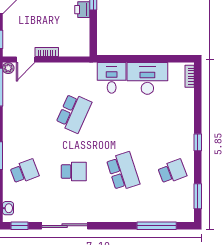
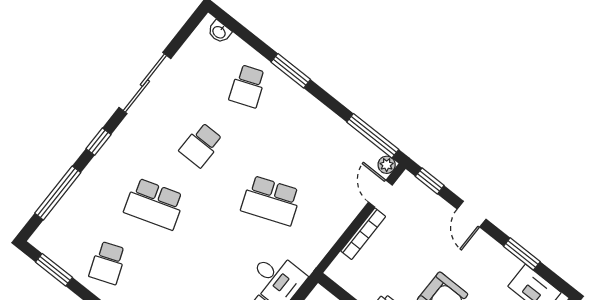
bookcase: (47, 52) -> (363, 234), width x1.56
school desk: (74, 113) -> (271, 201), turned -45
window: (20, 226) -> (98, 142), moved

